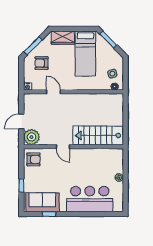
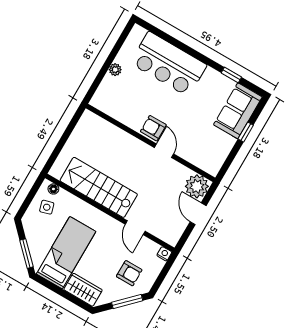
door: (21, 121) -> (198, 214), swing flipped
stairs: (98, 135) -> (99, 187), moved, turned 180
armchair: (34, 159) -> (153, 128), moved
sofa: (42, 202) -> (238, 111), moved, turned 90

